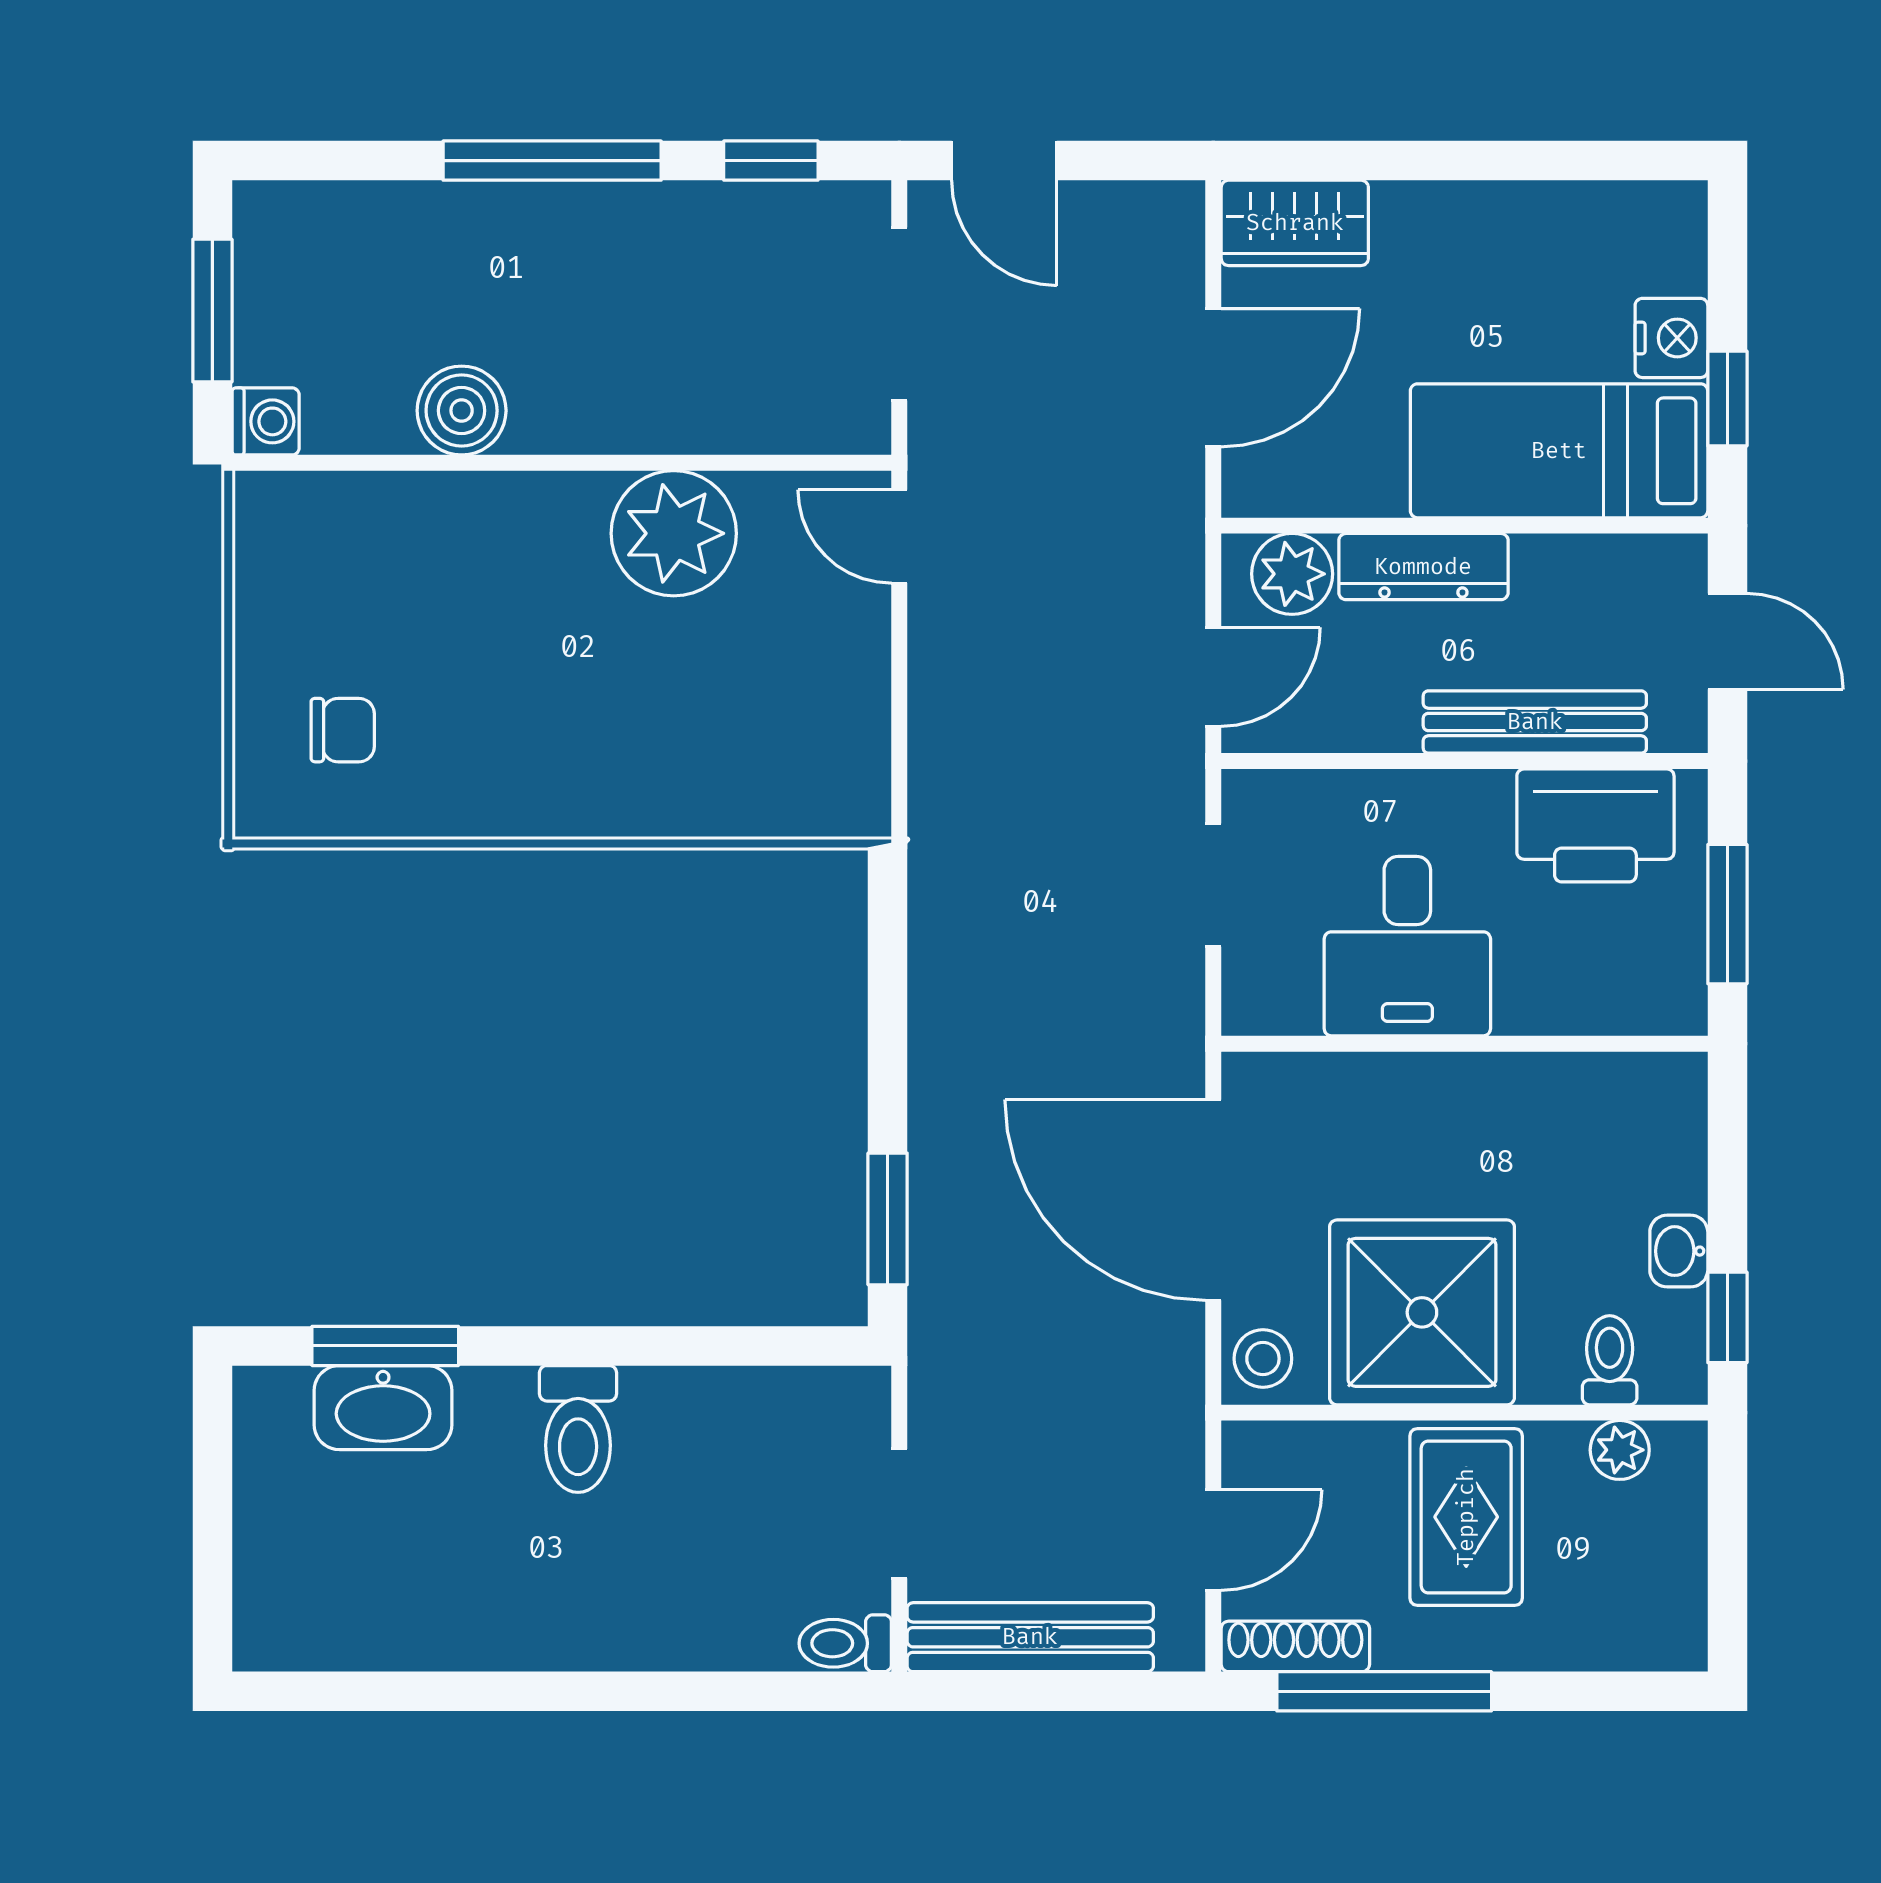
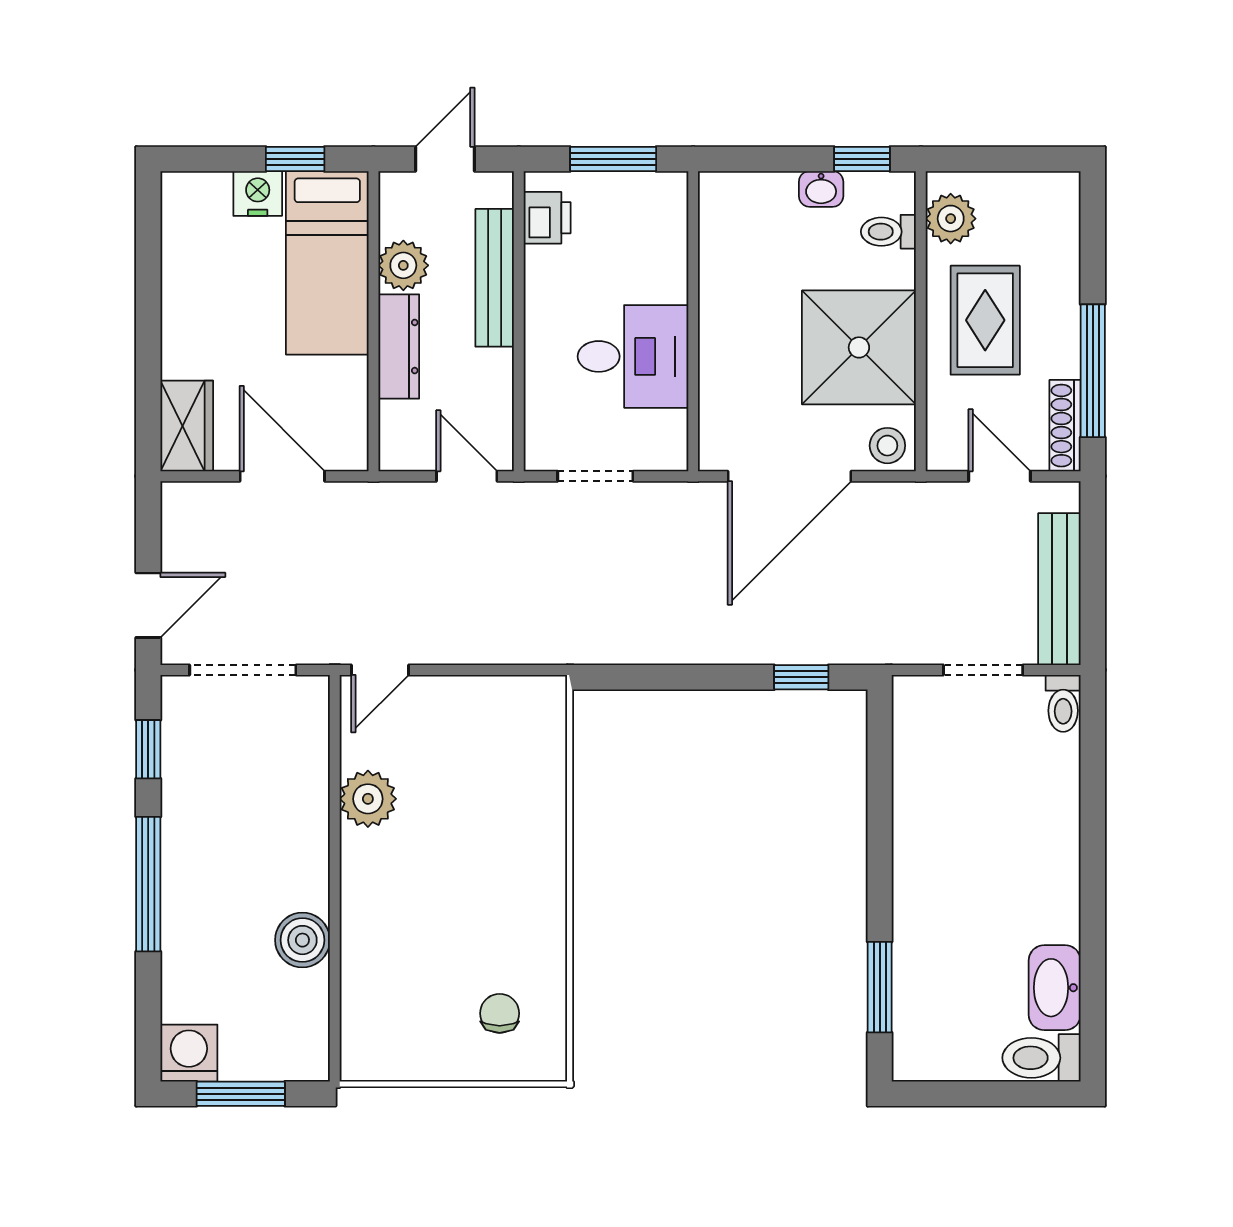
washing machine: (266, 421) -> (189, 1053), moved, width x1.38, depth x1.38
plant: (674, 533) -> (368, 799), width x0.73, depth x0.73
plant: (1292, 574) -> (403, 265), moved
printer: (1595, 825) -> (547, 218), width x0.53, depth x0.68
window: (888, 1219) -> (801, 677), width x0.67
washbasin: (383, 1408) -> (1055, 988), moved, turned 180
toilet: (578, 1429) -> (1041, 1058), moved, turned 180
plant: (1620, 1450) -> (951, 219), width x1.38, depth x1.38
rug: (1466, 1517) -> (985, 320), turned 90

